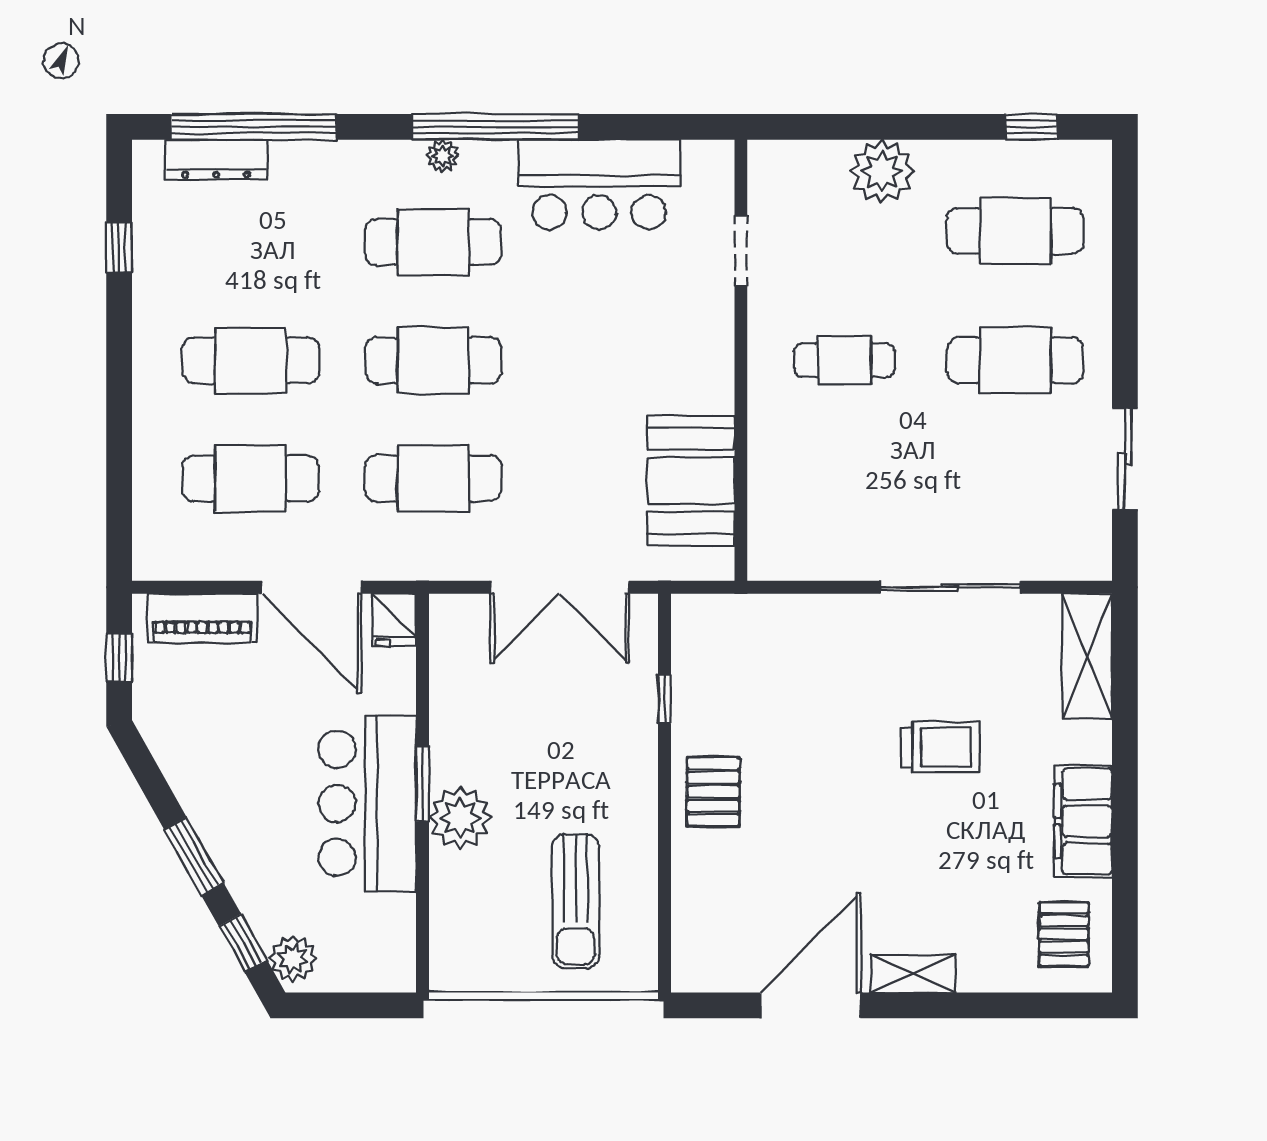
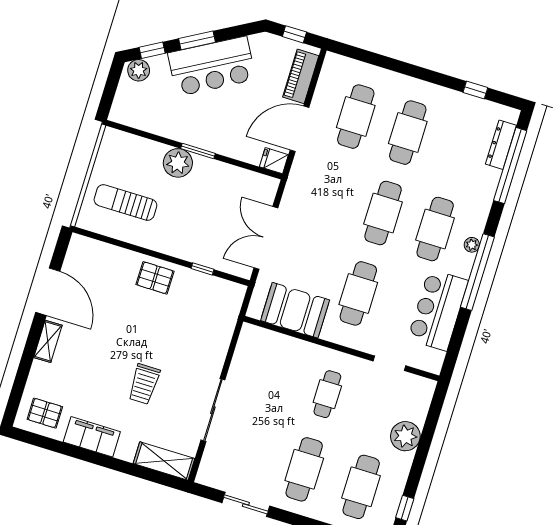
cafe table: (433, 478) -> (358, 293), moved
bar counter: (367, 803) -> (212, 66), moved, turned 151

